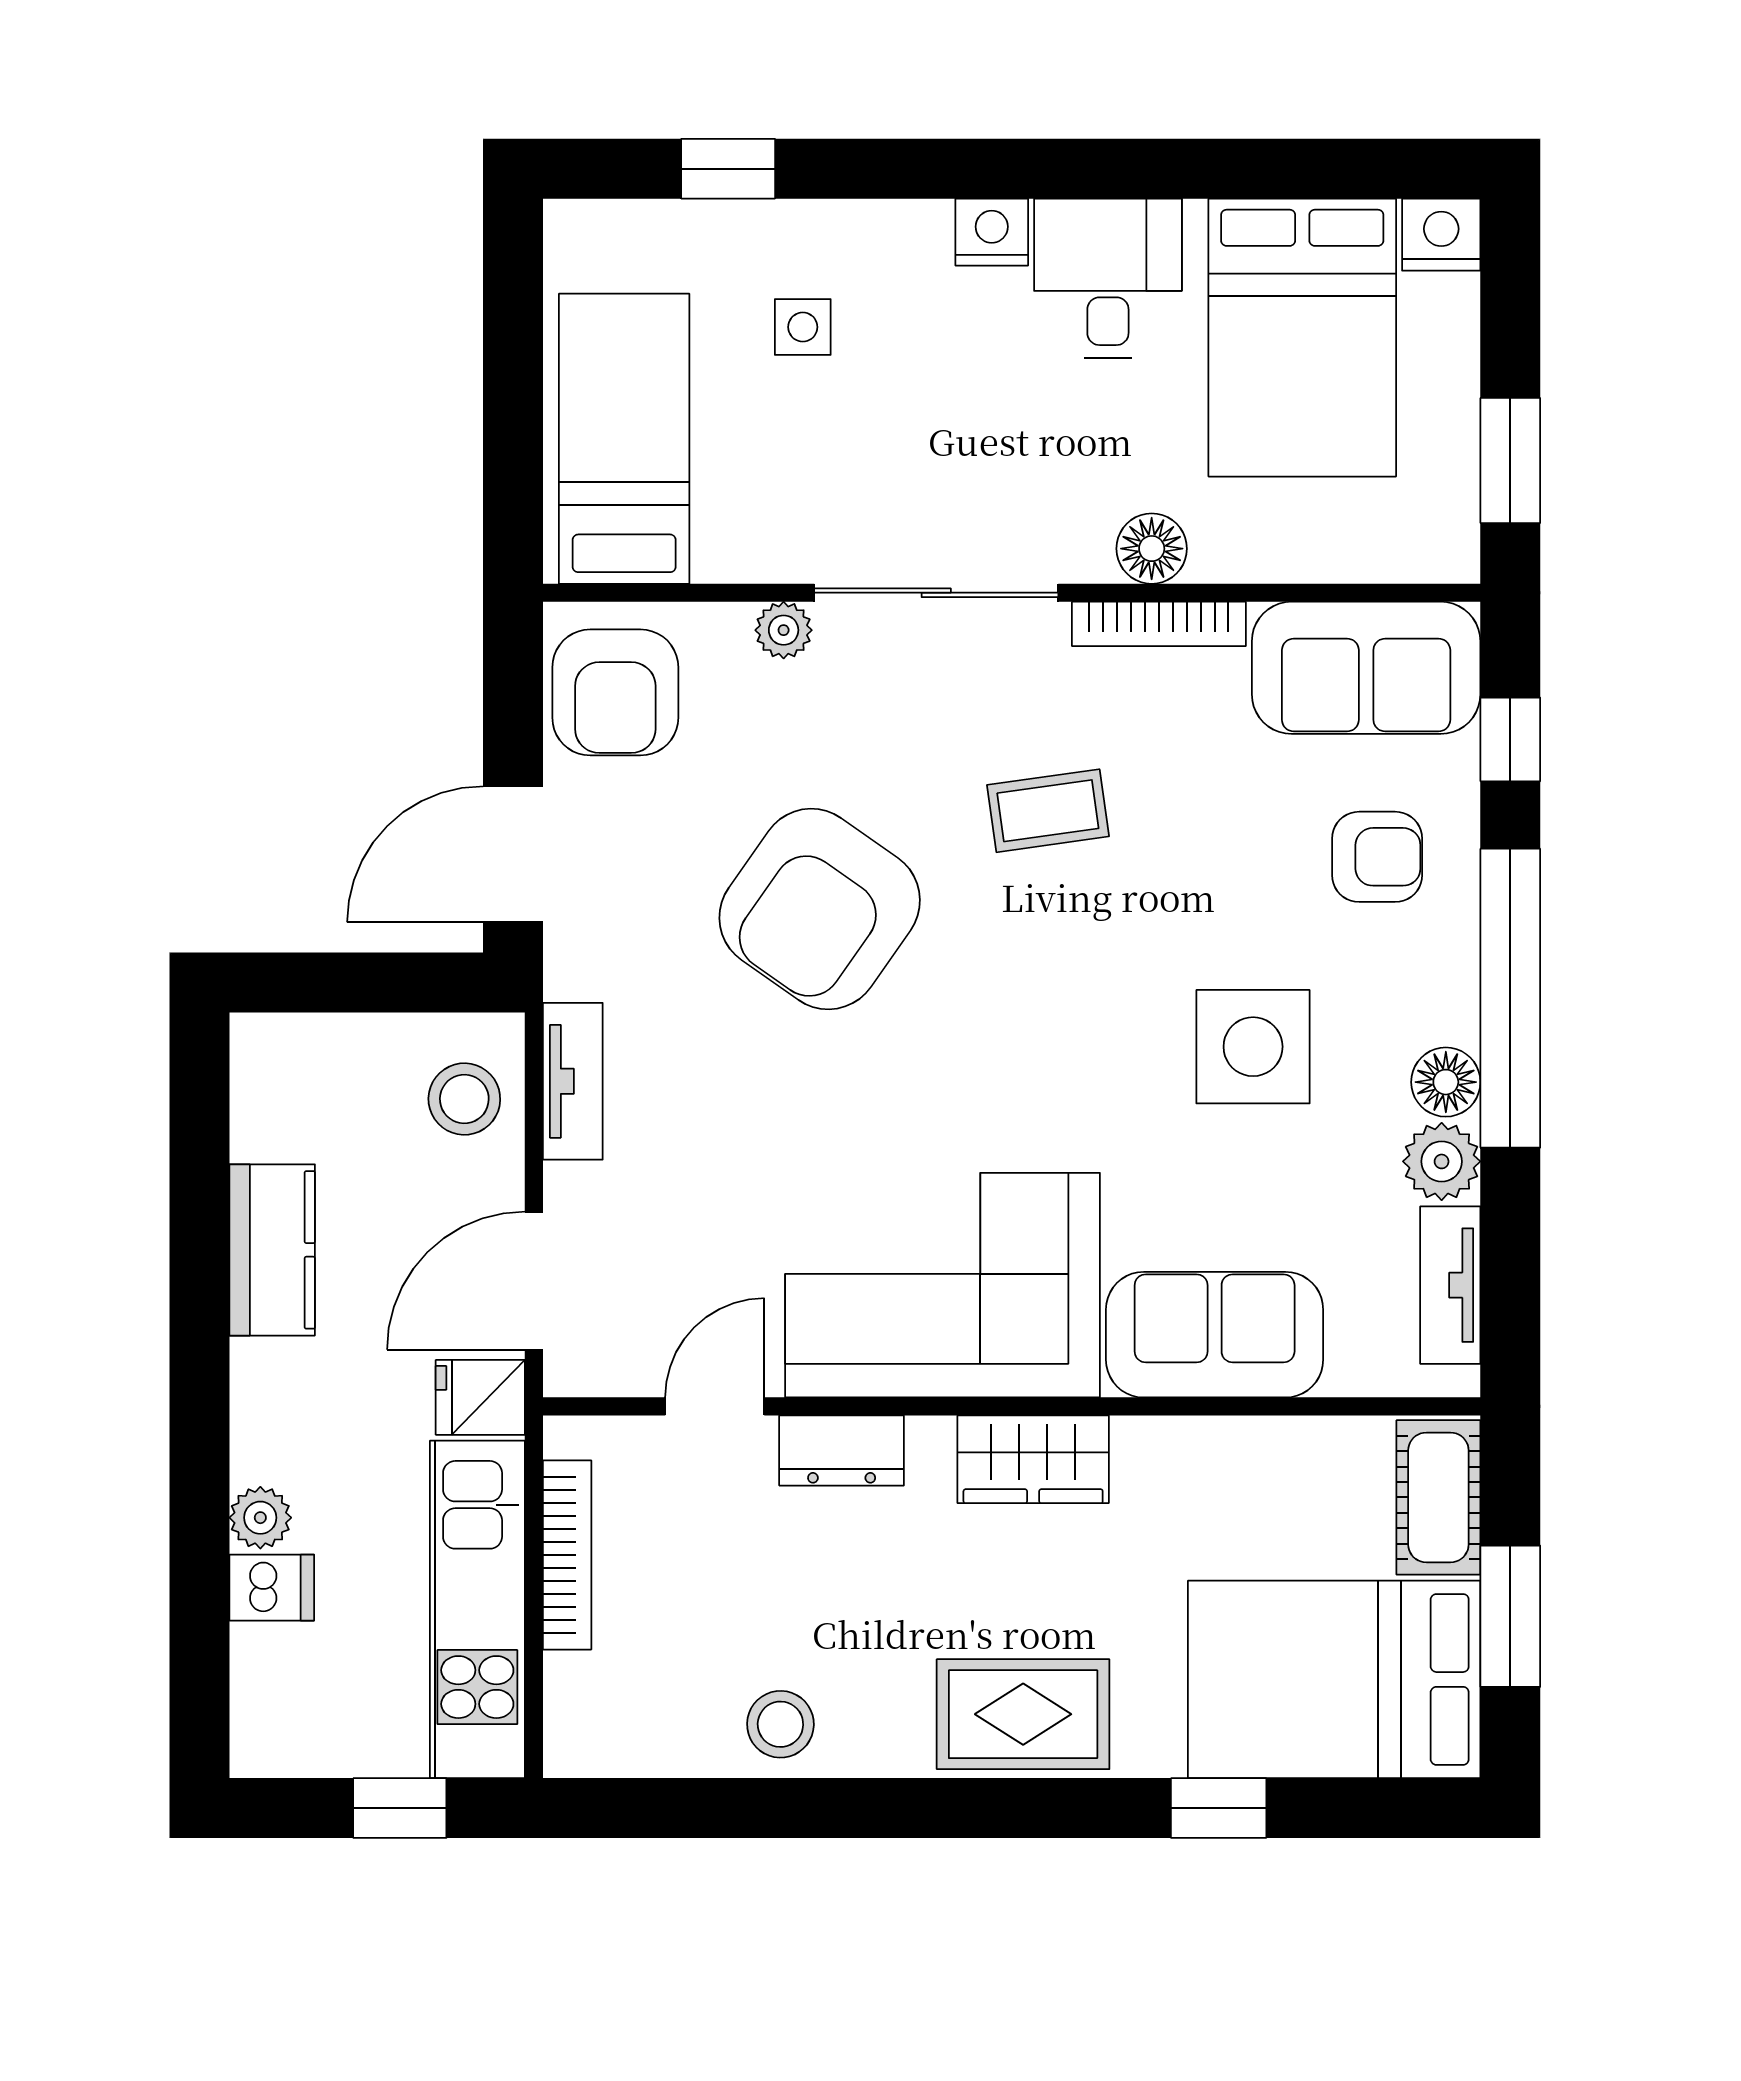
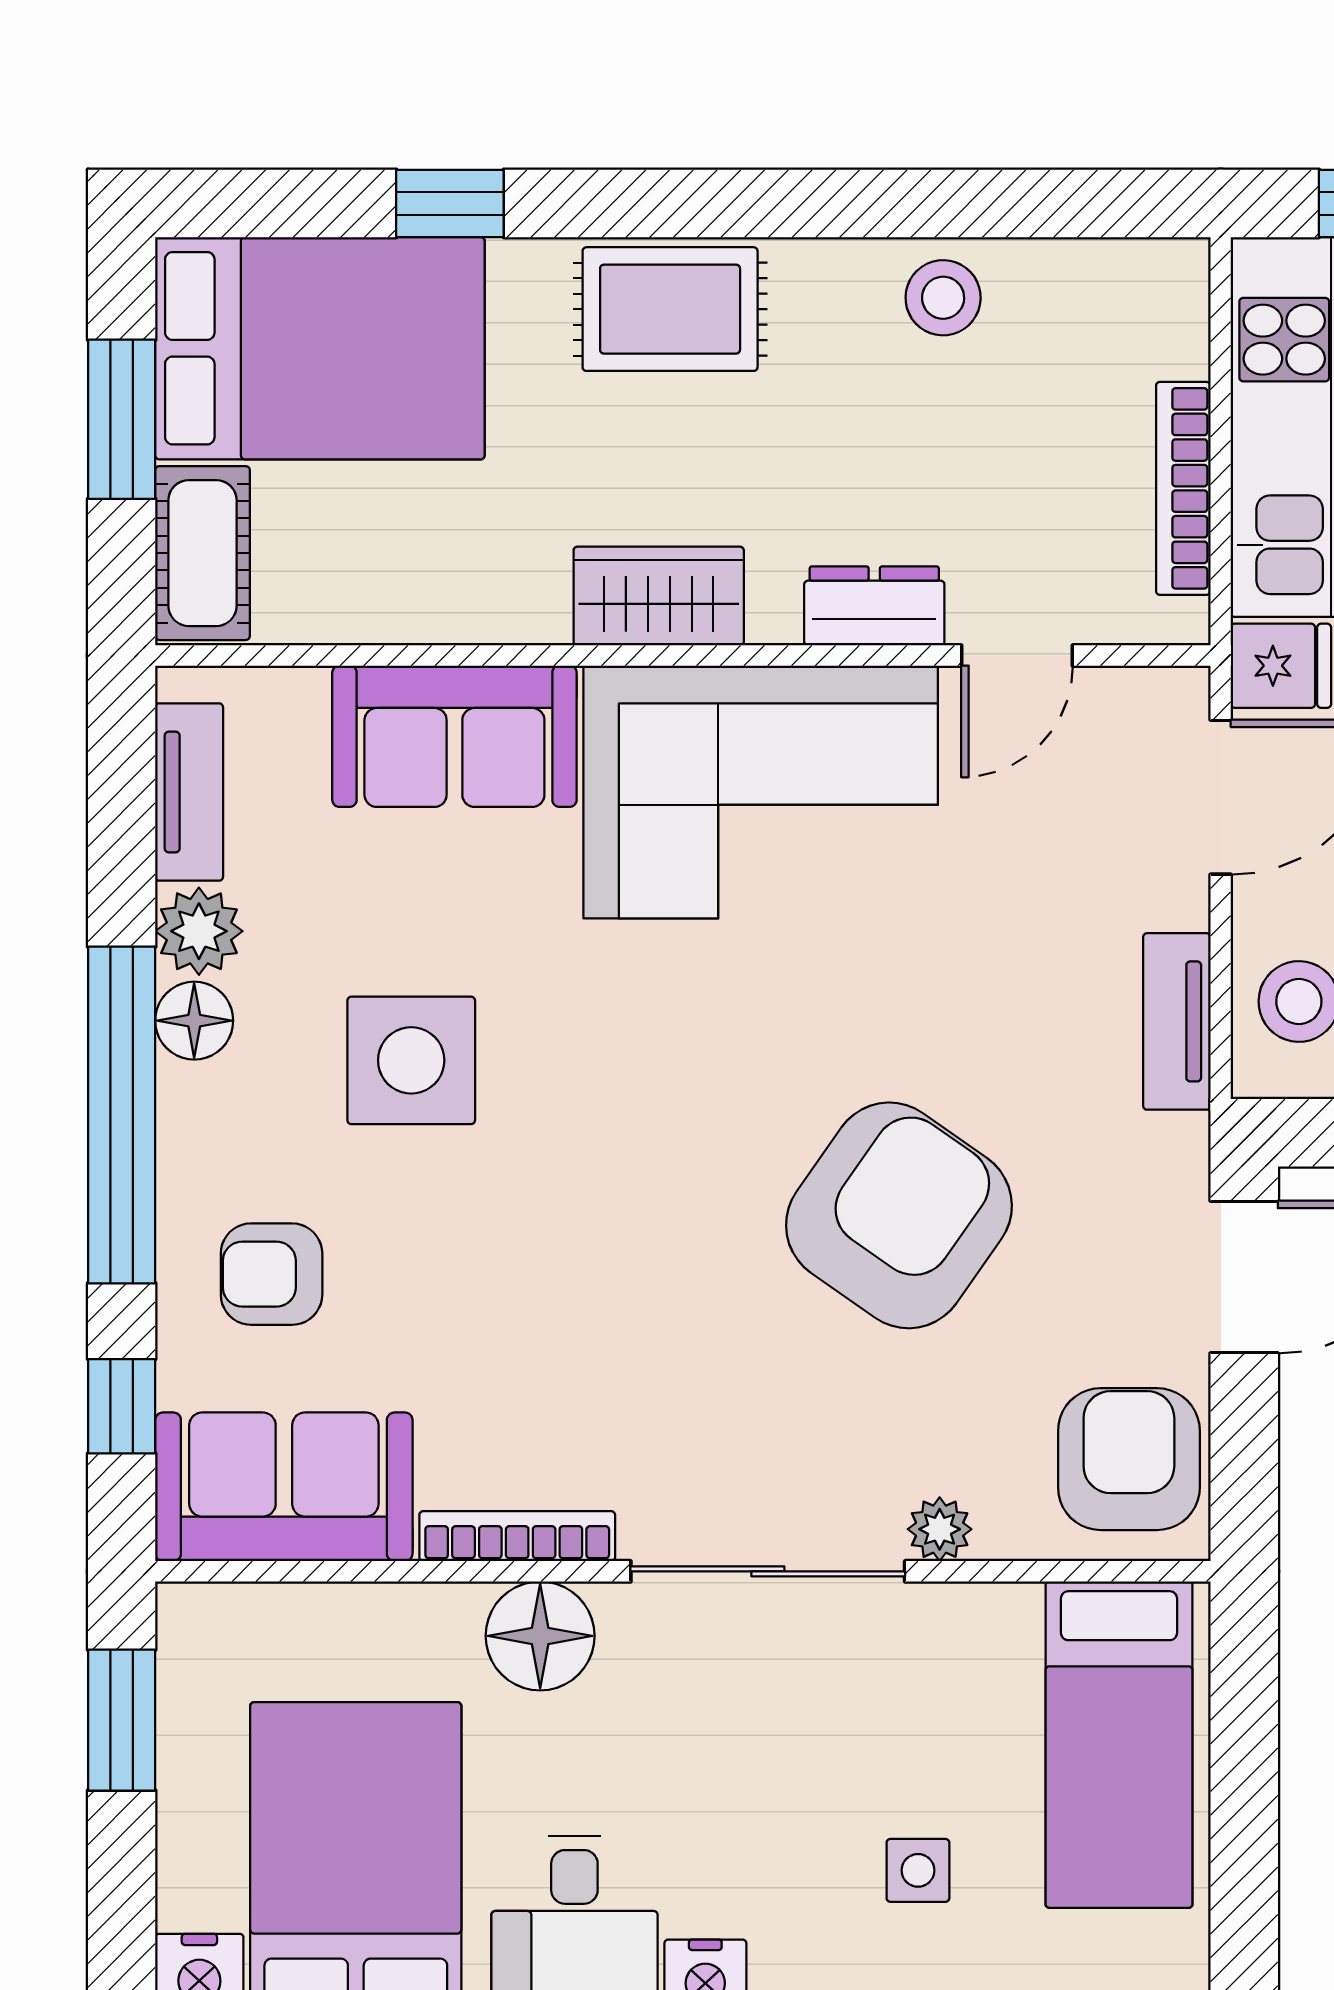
floor lamp: (1152, 549) -> (540, 1636), width x1.38, depth x1.38
coffee table: (1048, 811) -> (642, 1326), removed

